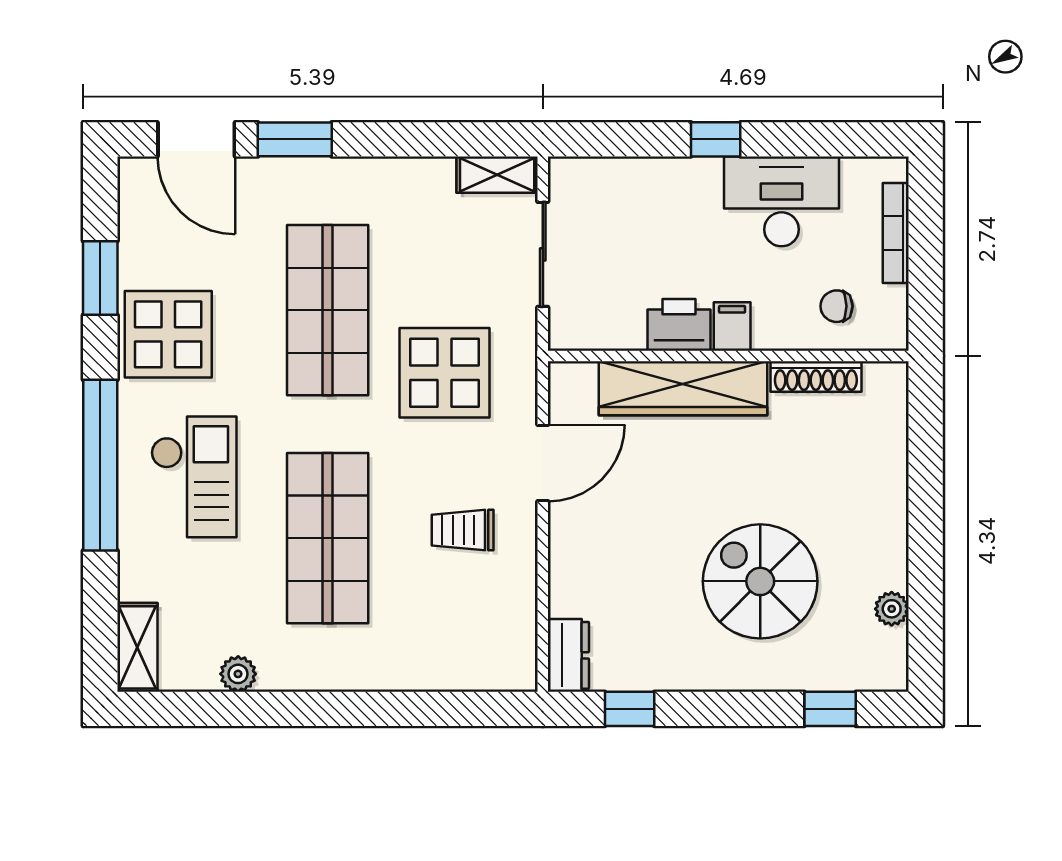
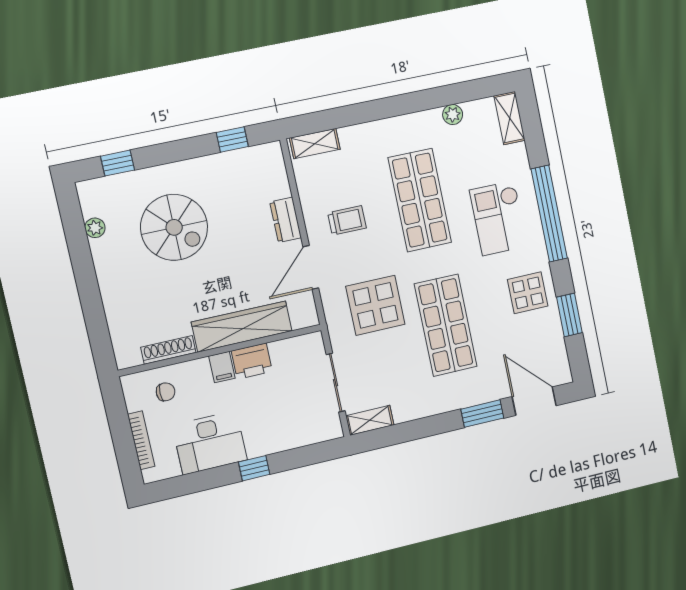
display table: (168, 334) -> (528, 293), width x0.73, depth x0.73
dresser: (568, 655) -> (286, 220), moved
shelving: (490, 673) -> (315, 144), added

